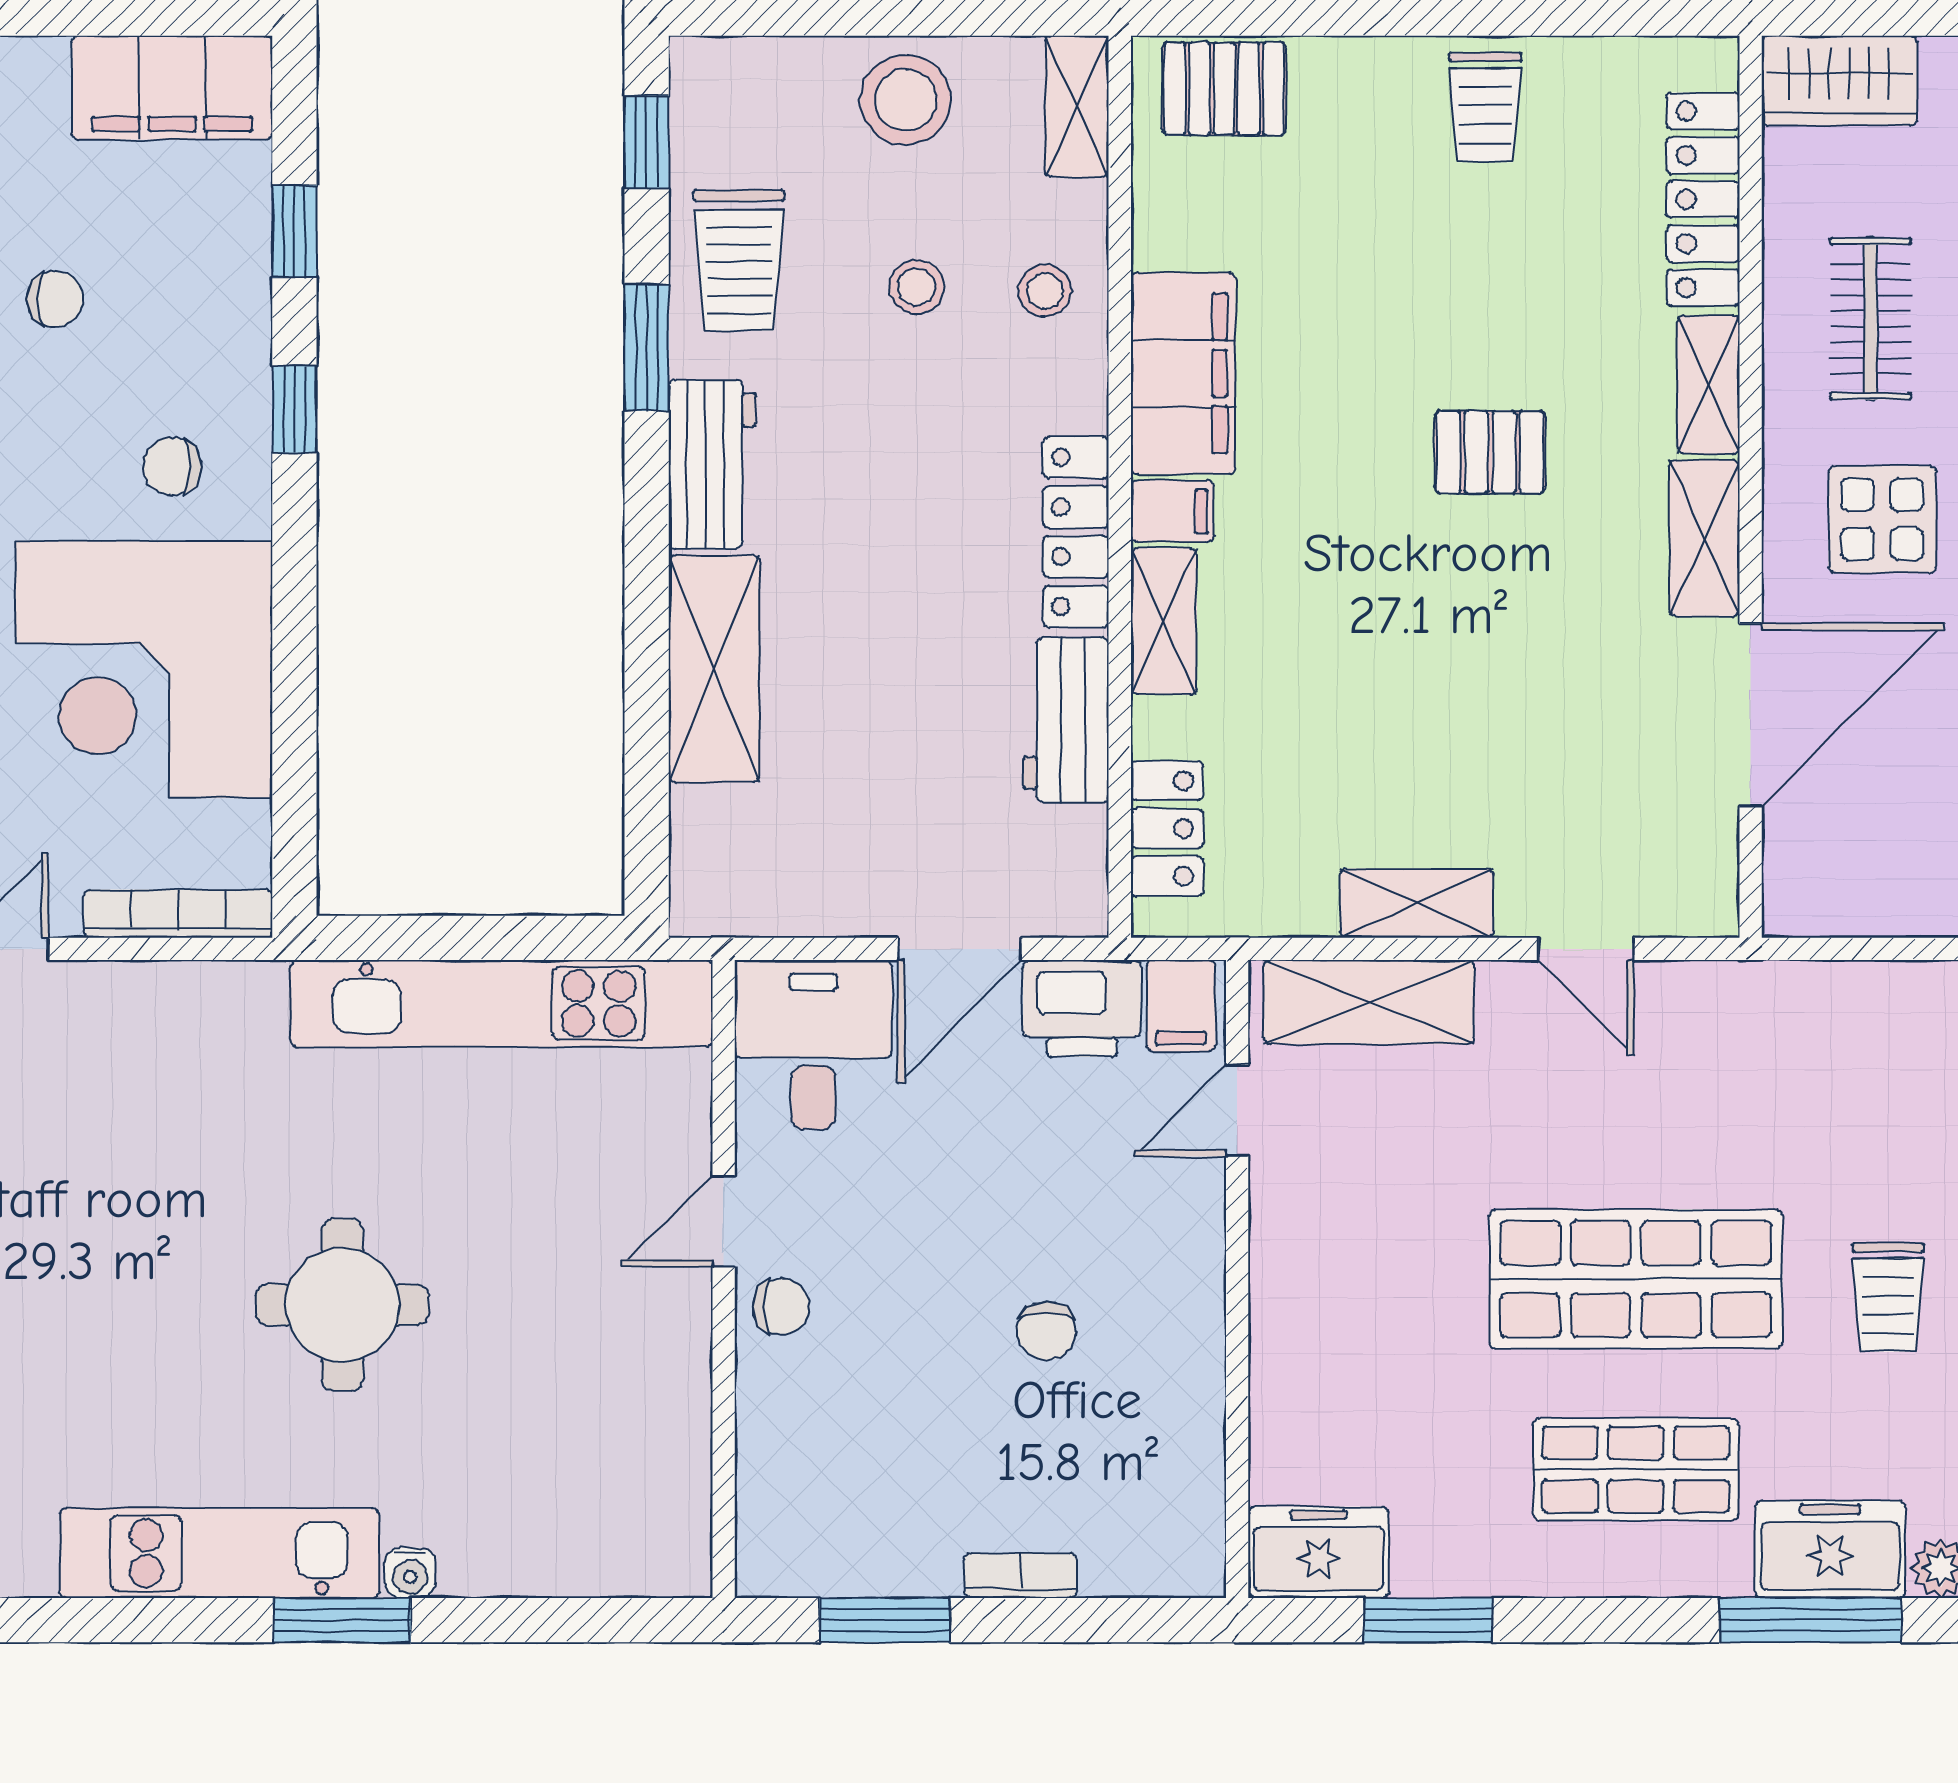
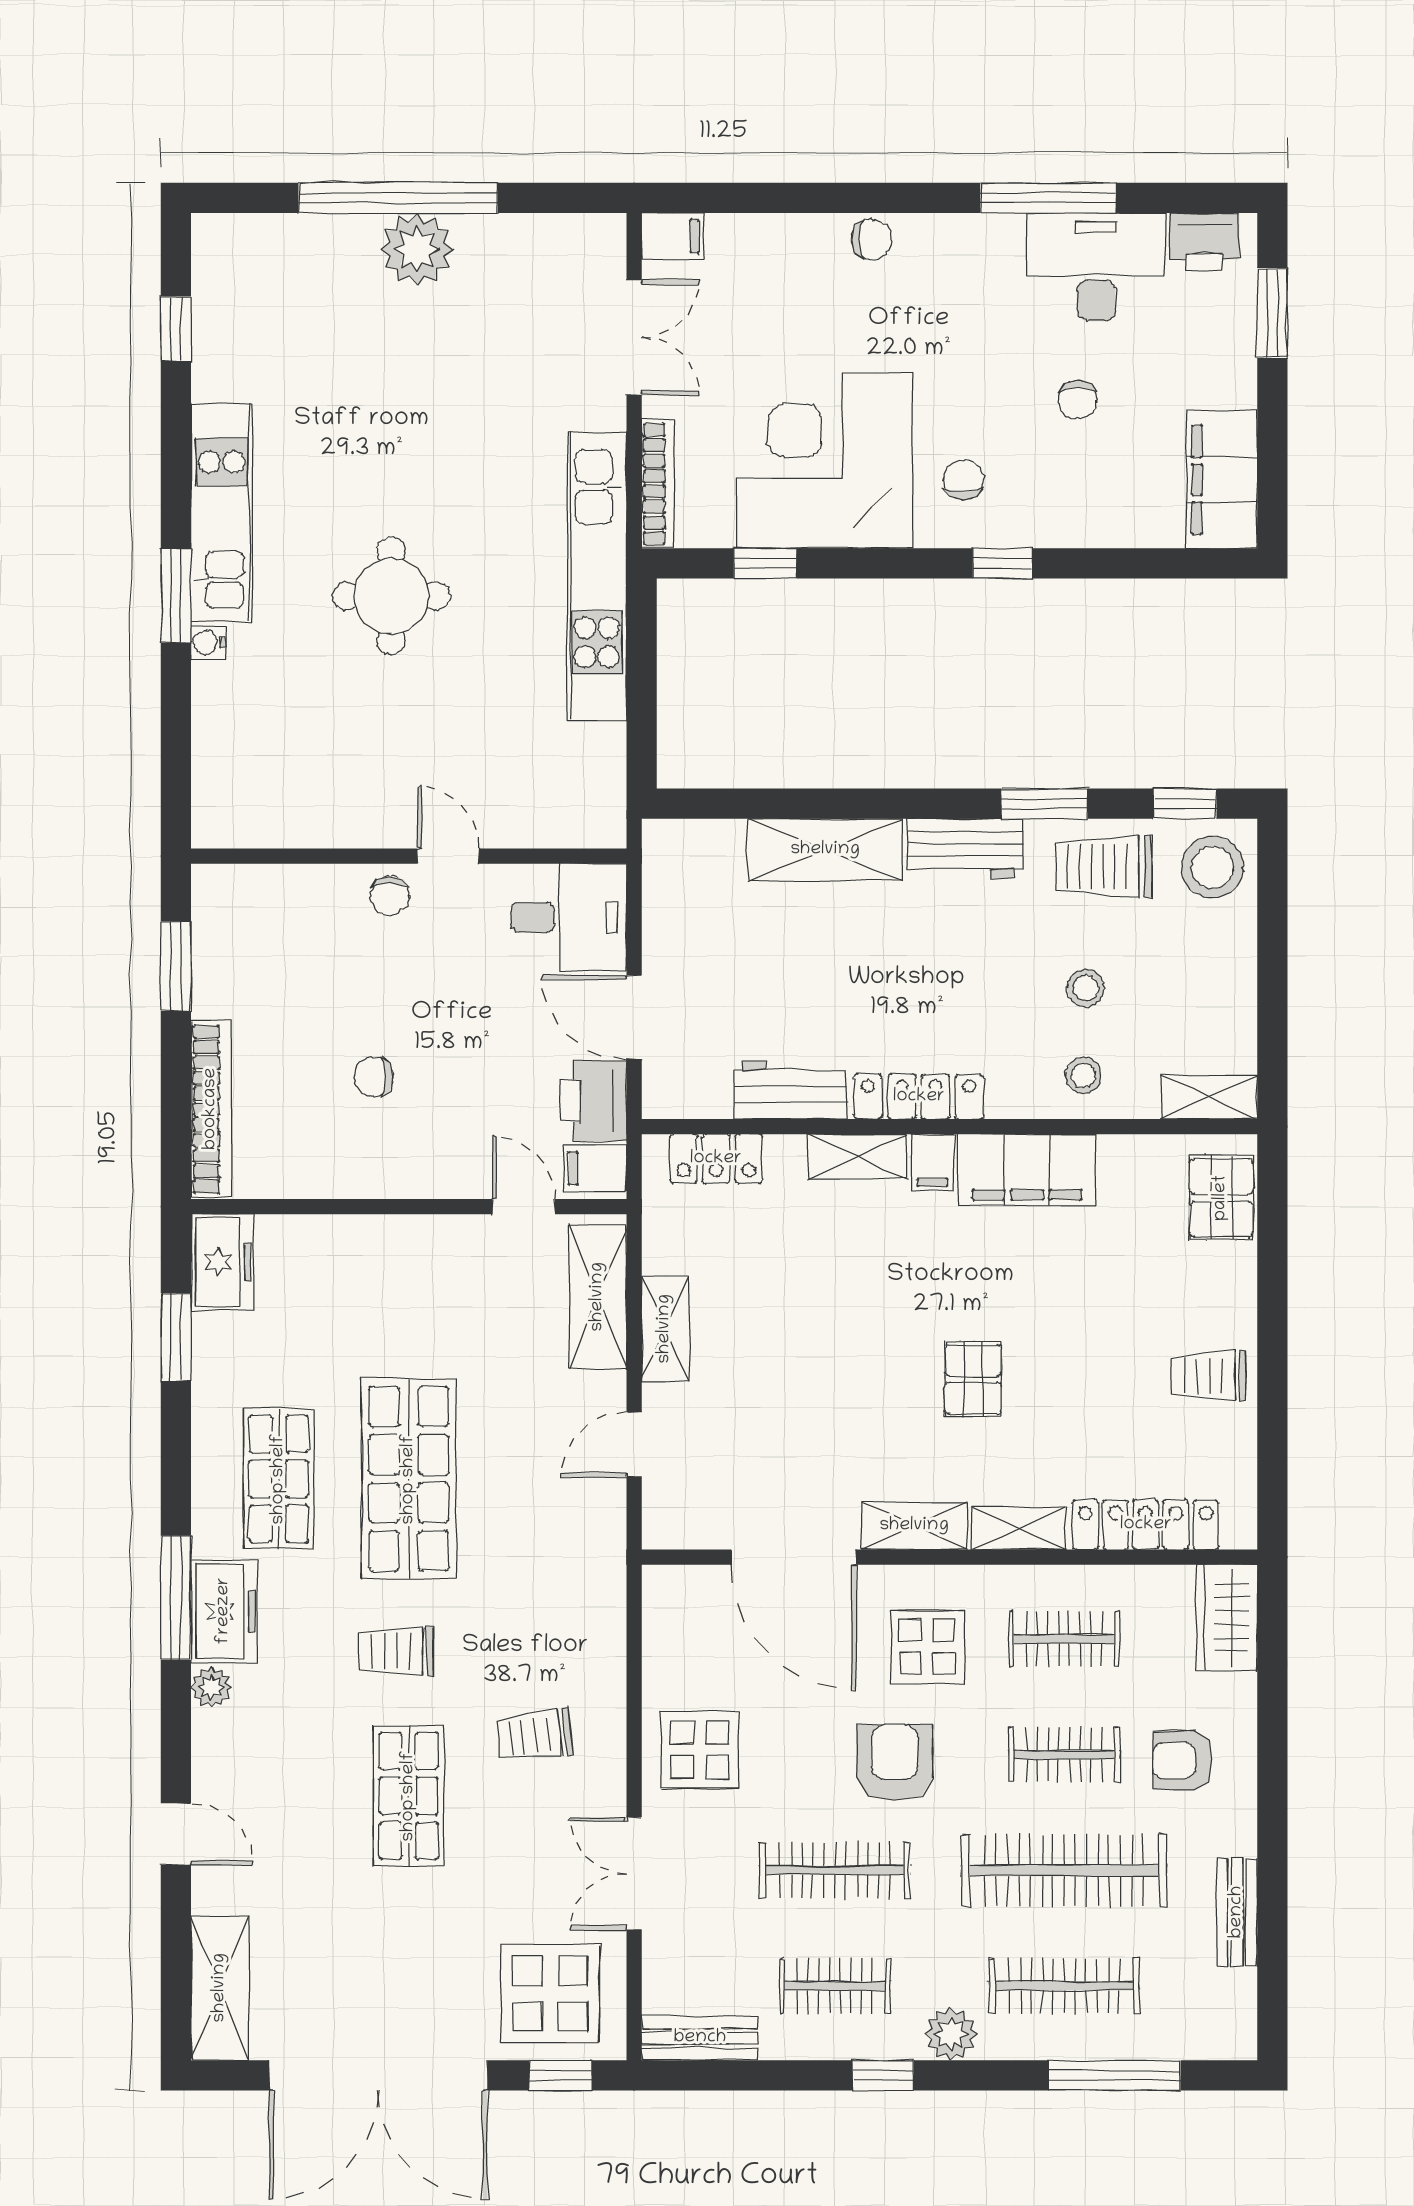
stool: (906, 100) -> (1212, 867), moved
window: (294, 231) -> (765, 563), moved
kitchen unit: (502, 1003) -> (597, 576), moved
bookcase: (1021, 1576) -> (211, 1109), width x2.31, depth x1.31

